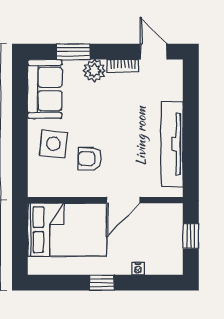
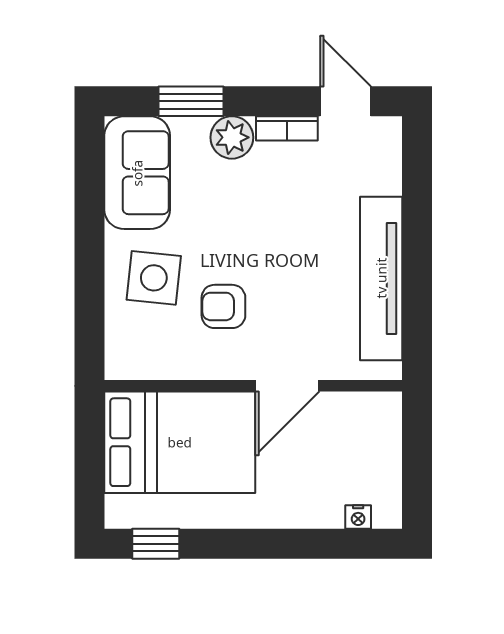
window: (191, 236) -> (417, 455), removed
nightstand: (138, 269) -> (358, 517), moved
window: (102, 283) -> (156, 544), moved

